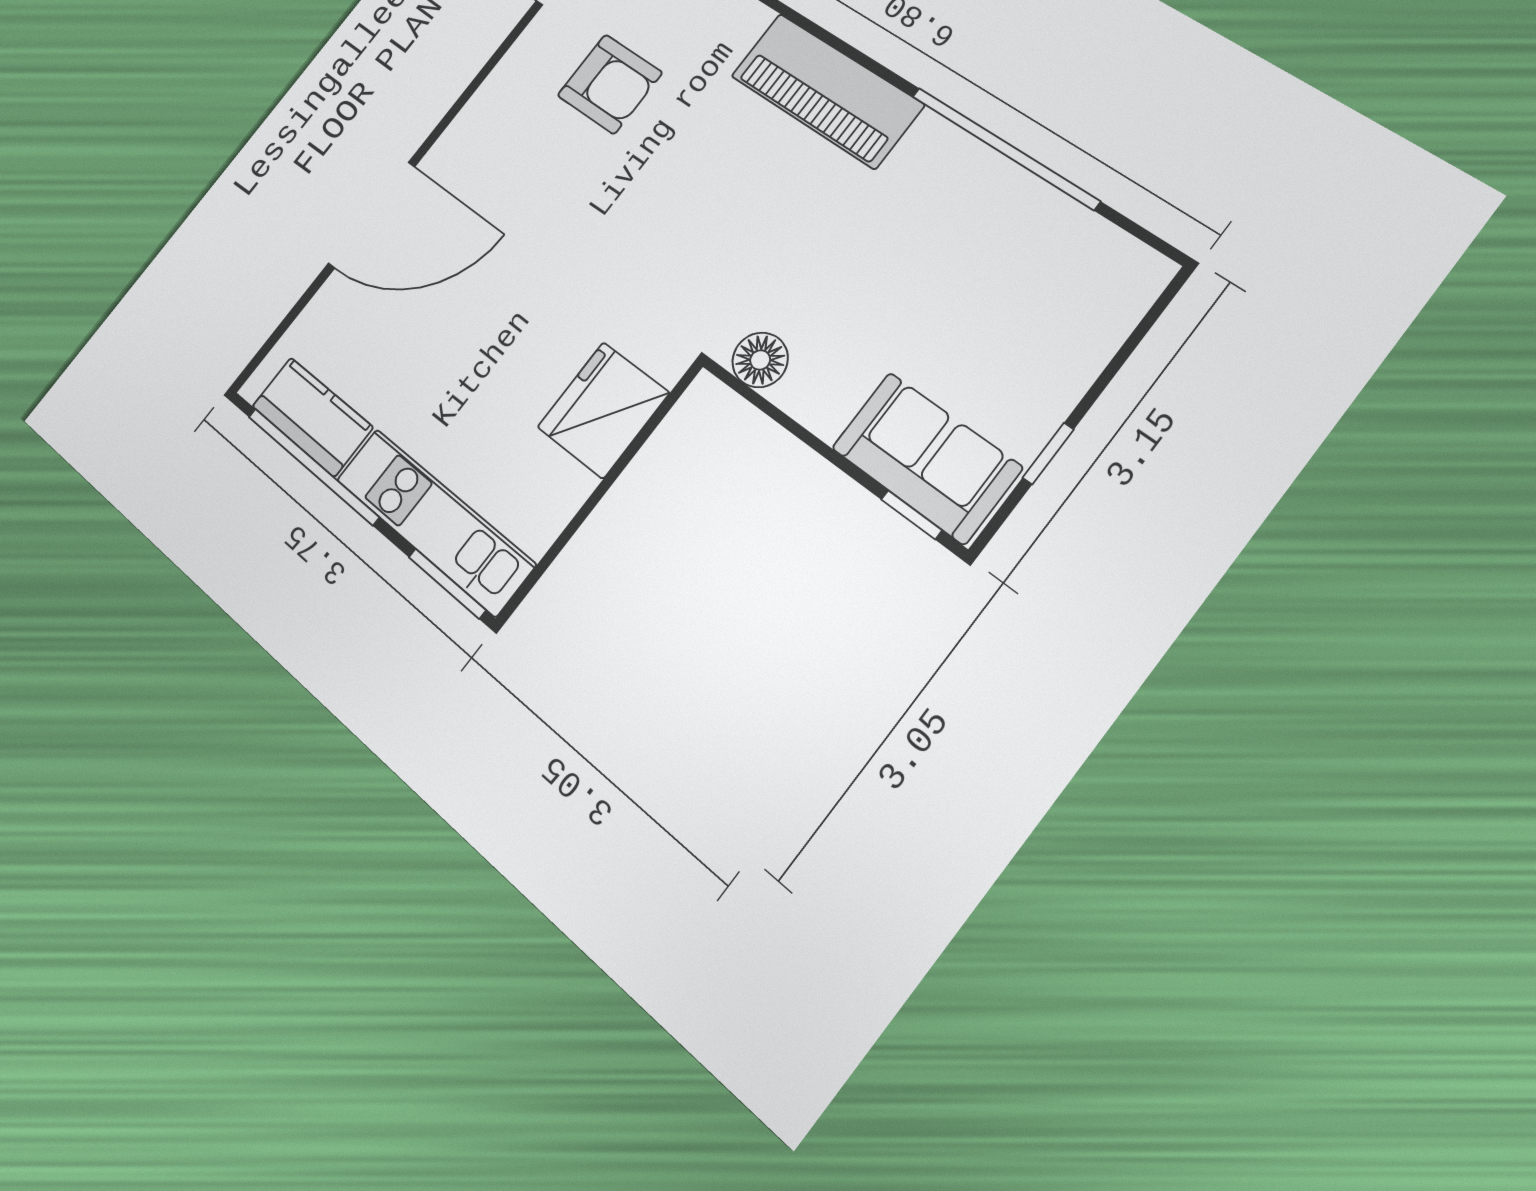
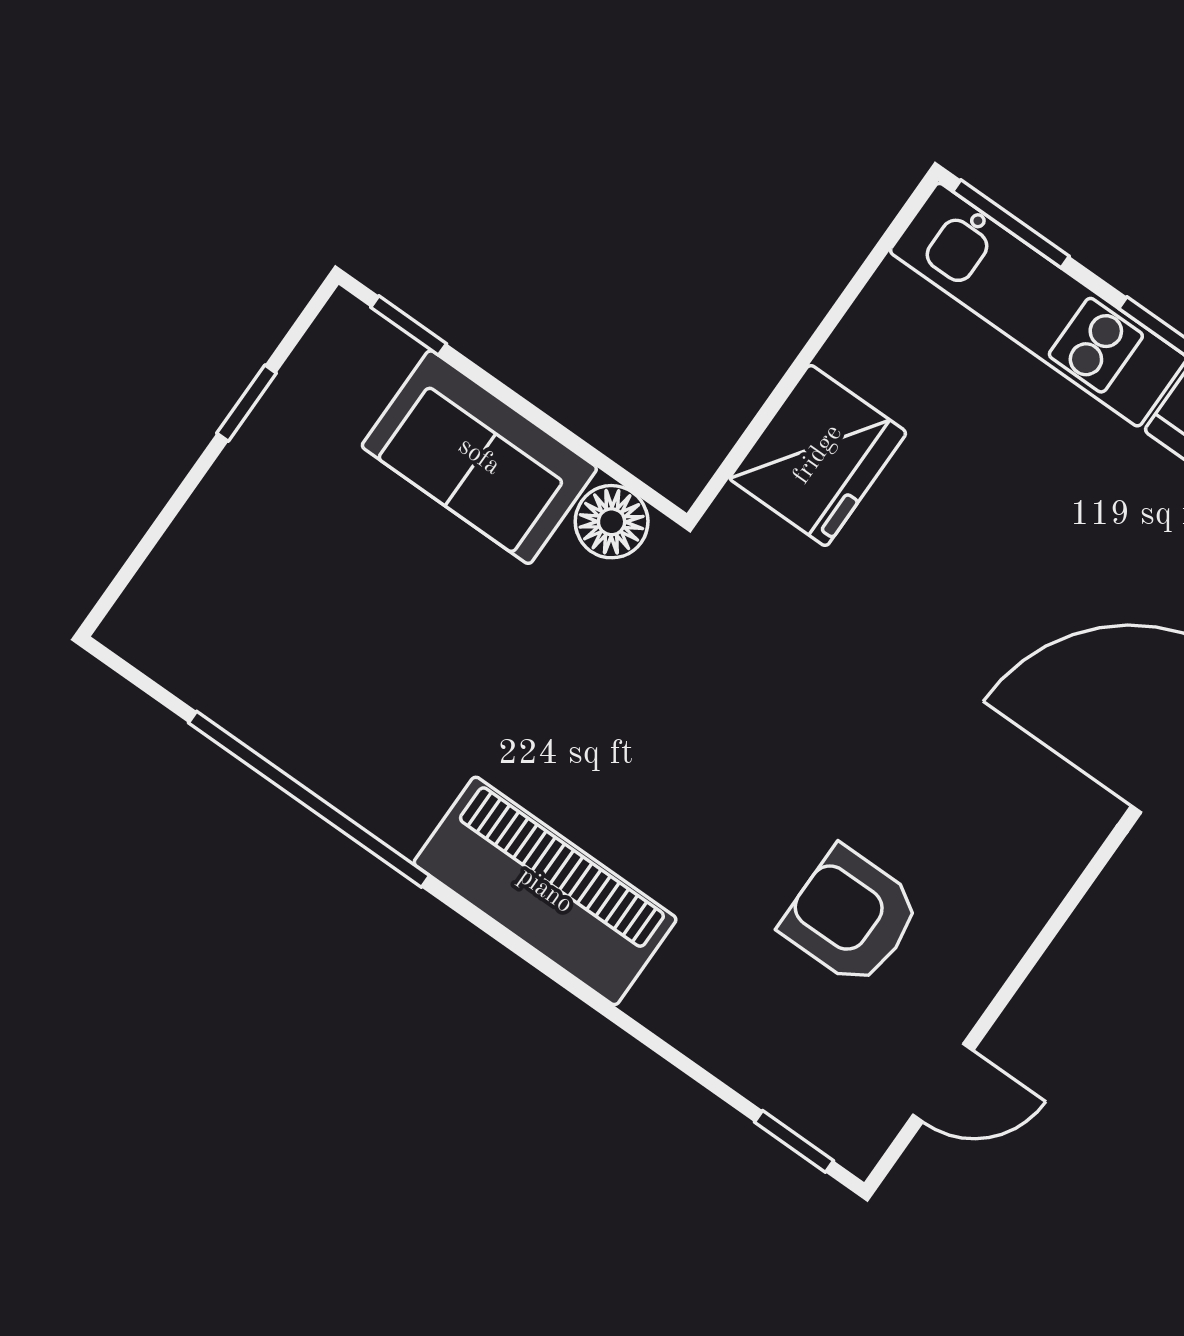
sofa: (926, 458) -> (479, 457), moved

